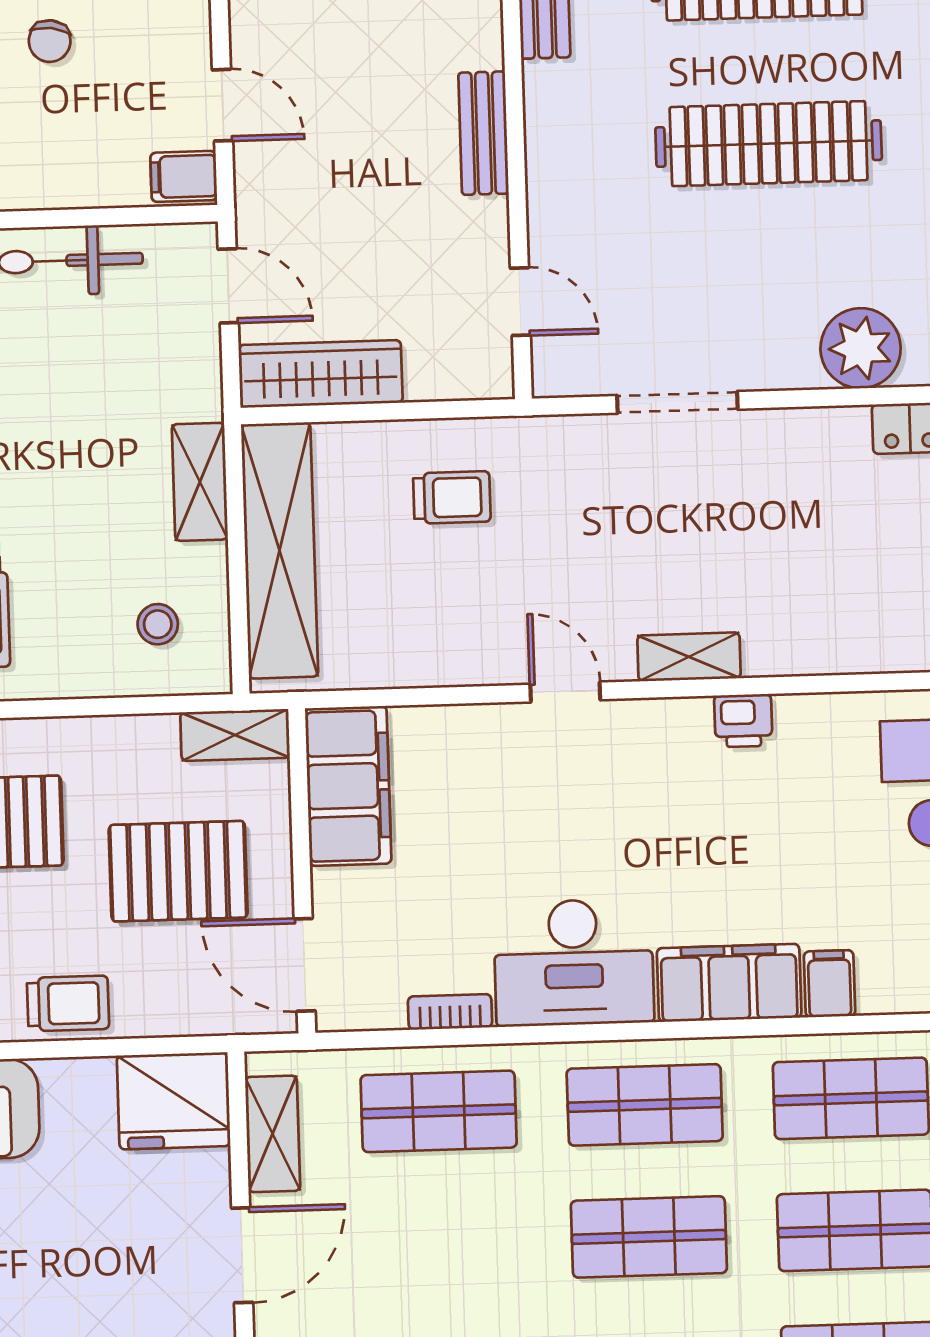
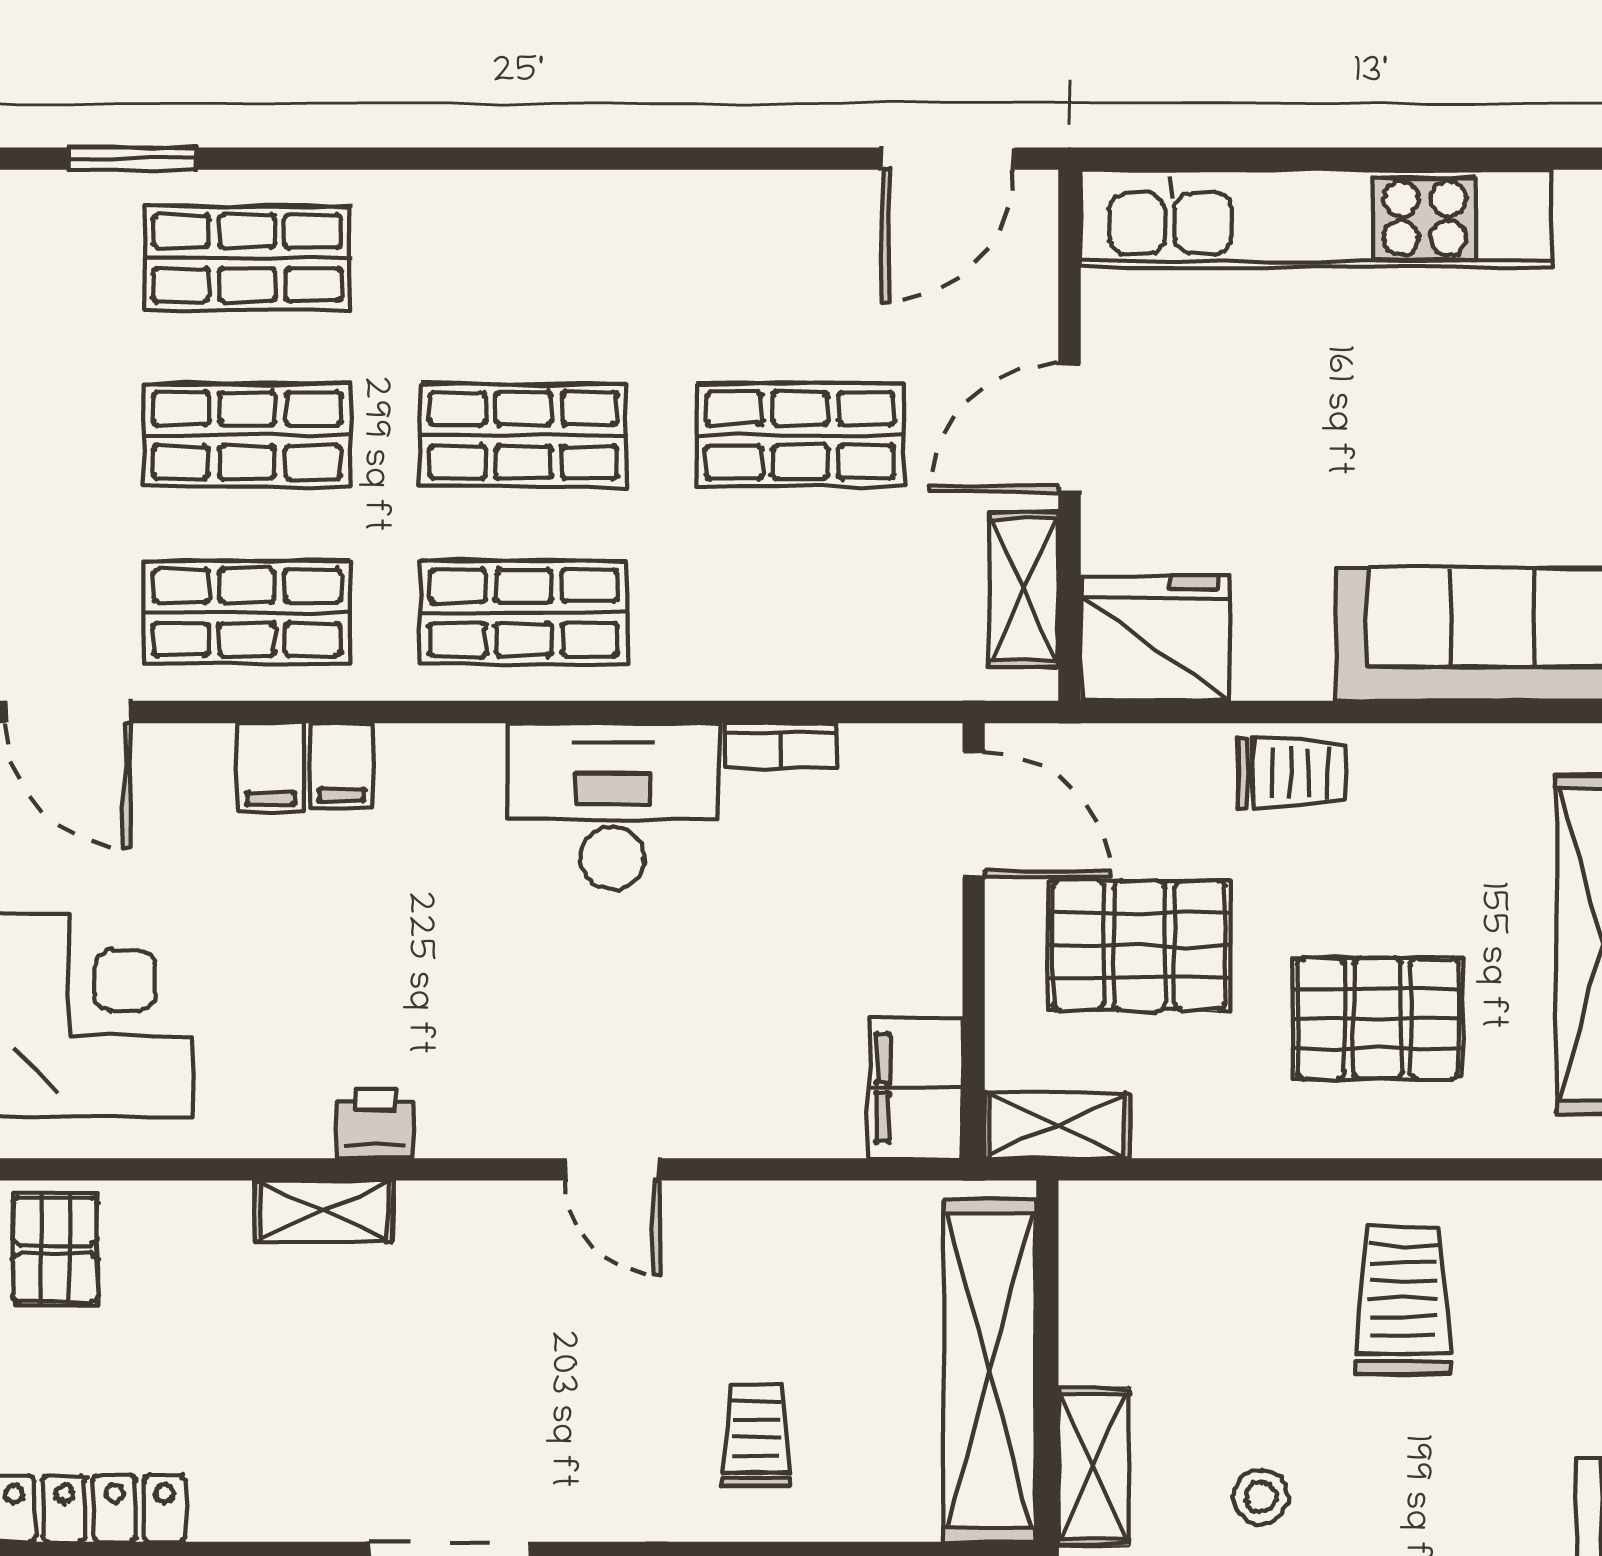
trolley: (452, 497) -> (756, 1435), turned 90
stool: (158, 624) -> (1261, 1497), moved
shelving: (689, 657) -> (324, 1211), moved
filing cabinet: (348, 786) -> (916, 1088), width x0.67, depth x0.86
filing cabinet: (729, 983) -> (342, 766), width x0.33, depth x0.86
trolley: (68, 1003) -> (1292, 773), turned 180
shop shelf: (439, 1111) -> (800, 435), moved

